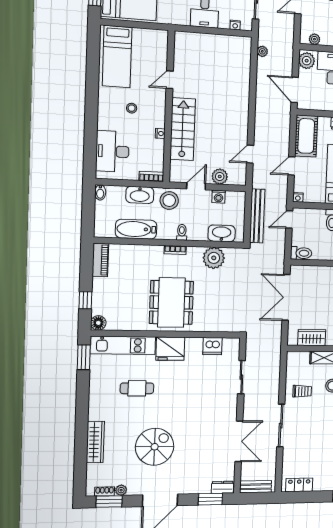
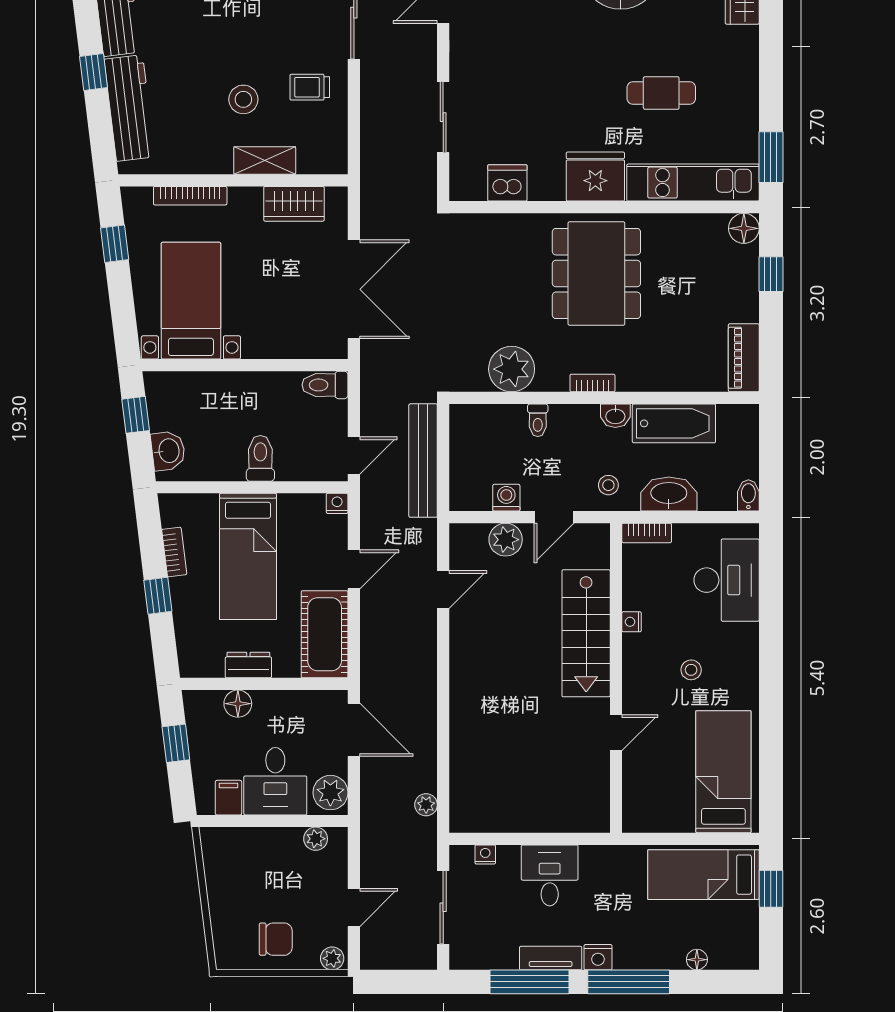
stool: (169, 200) -> (608, 485), width x0.53, depth x0.53
toilet: (182, 232) -> (538, 420), moved
washbasin: (222, 233) -> (615, 416), moved, width x0.52, depth x0.69

